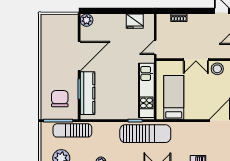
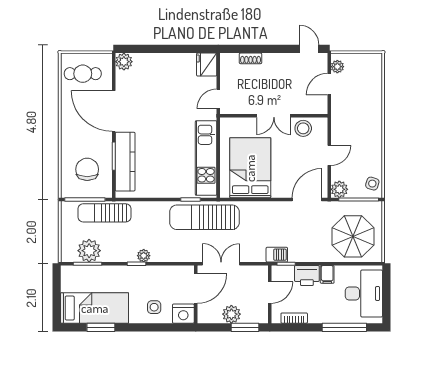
fridge: (135, 21) -> (207, 65), moved, turned 90
cafe table: (57, 29) -> (83, 74), added
door: (79, 56) -> (114, 111), swing flipped
bed: (174, 97) -> (250, 168), width x1.50
sun lounger: (145, 134) -> (204, 217), turned 180

